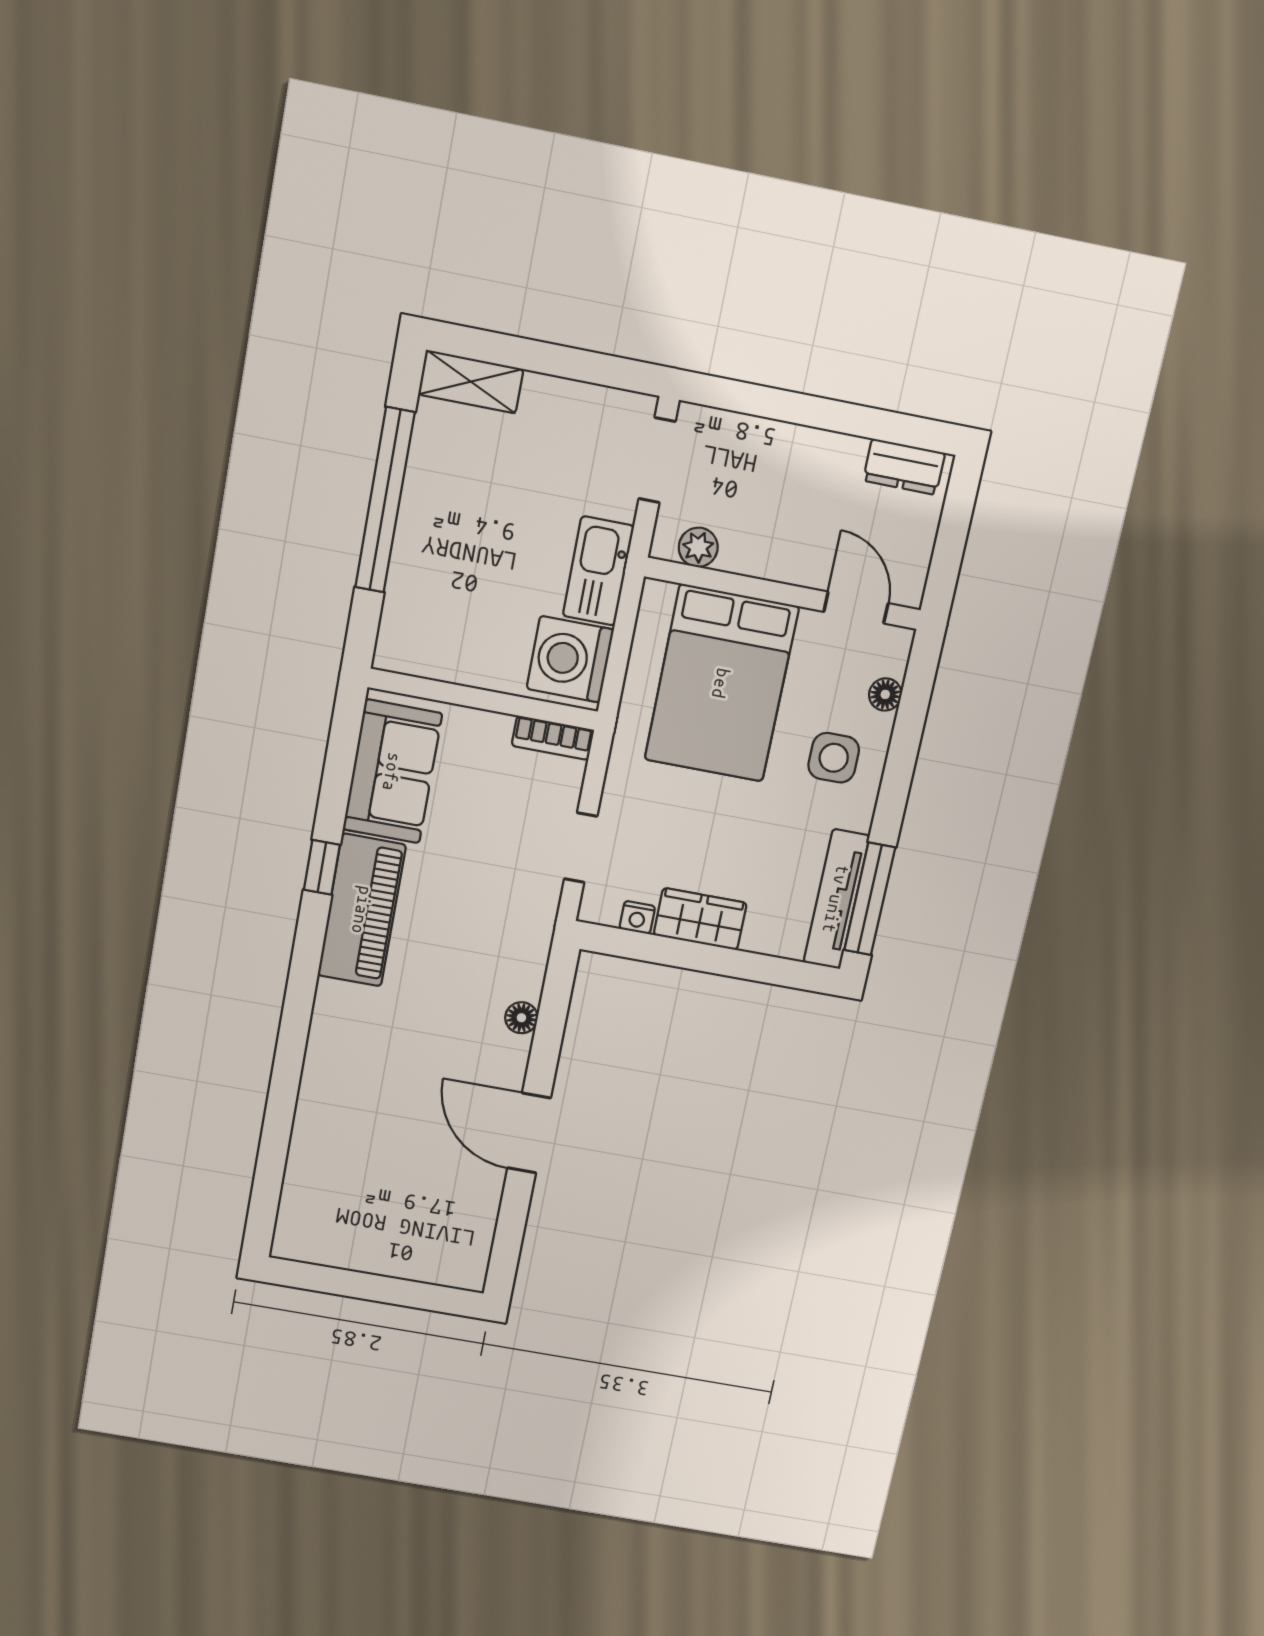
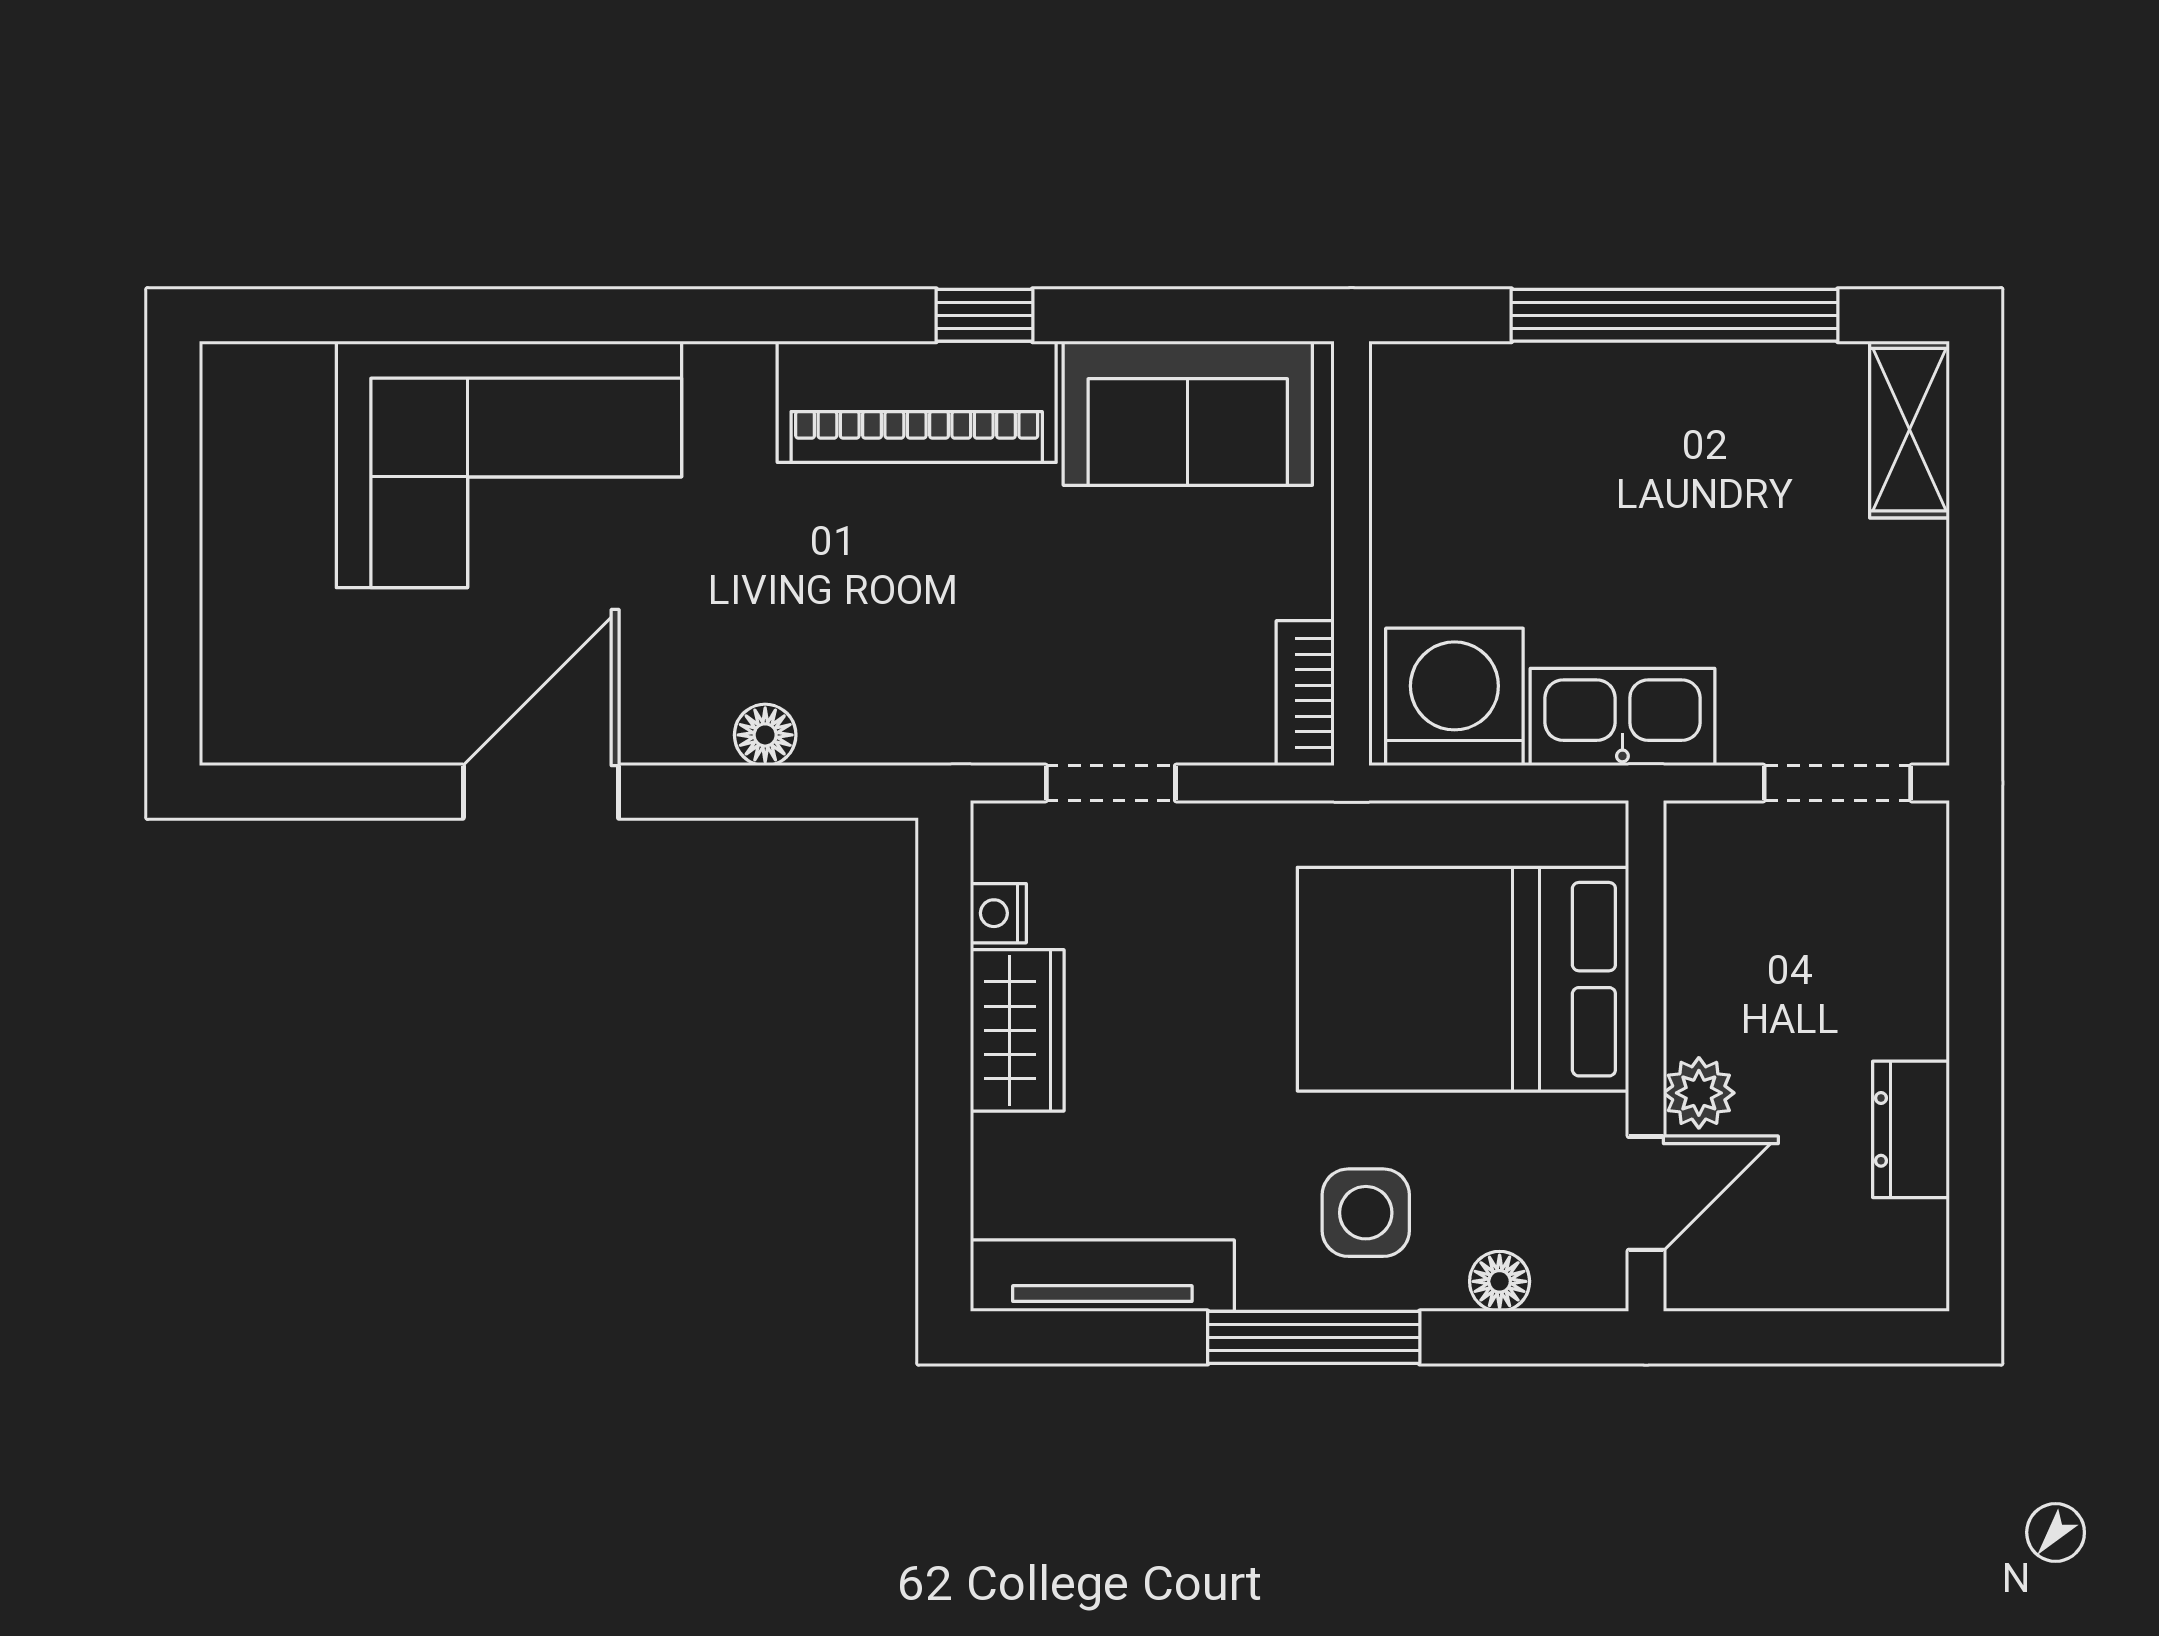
dresser: (904, 467) -> (1911, 1129), moved
plant: (698, 547) -> (1699, 1093), moved
window: (870, 899) -> (1314, 1337), moved
corner sofa: (358, 1119) -> (509, 464), added

